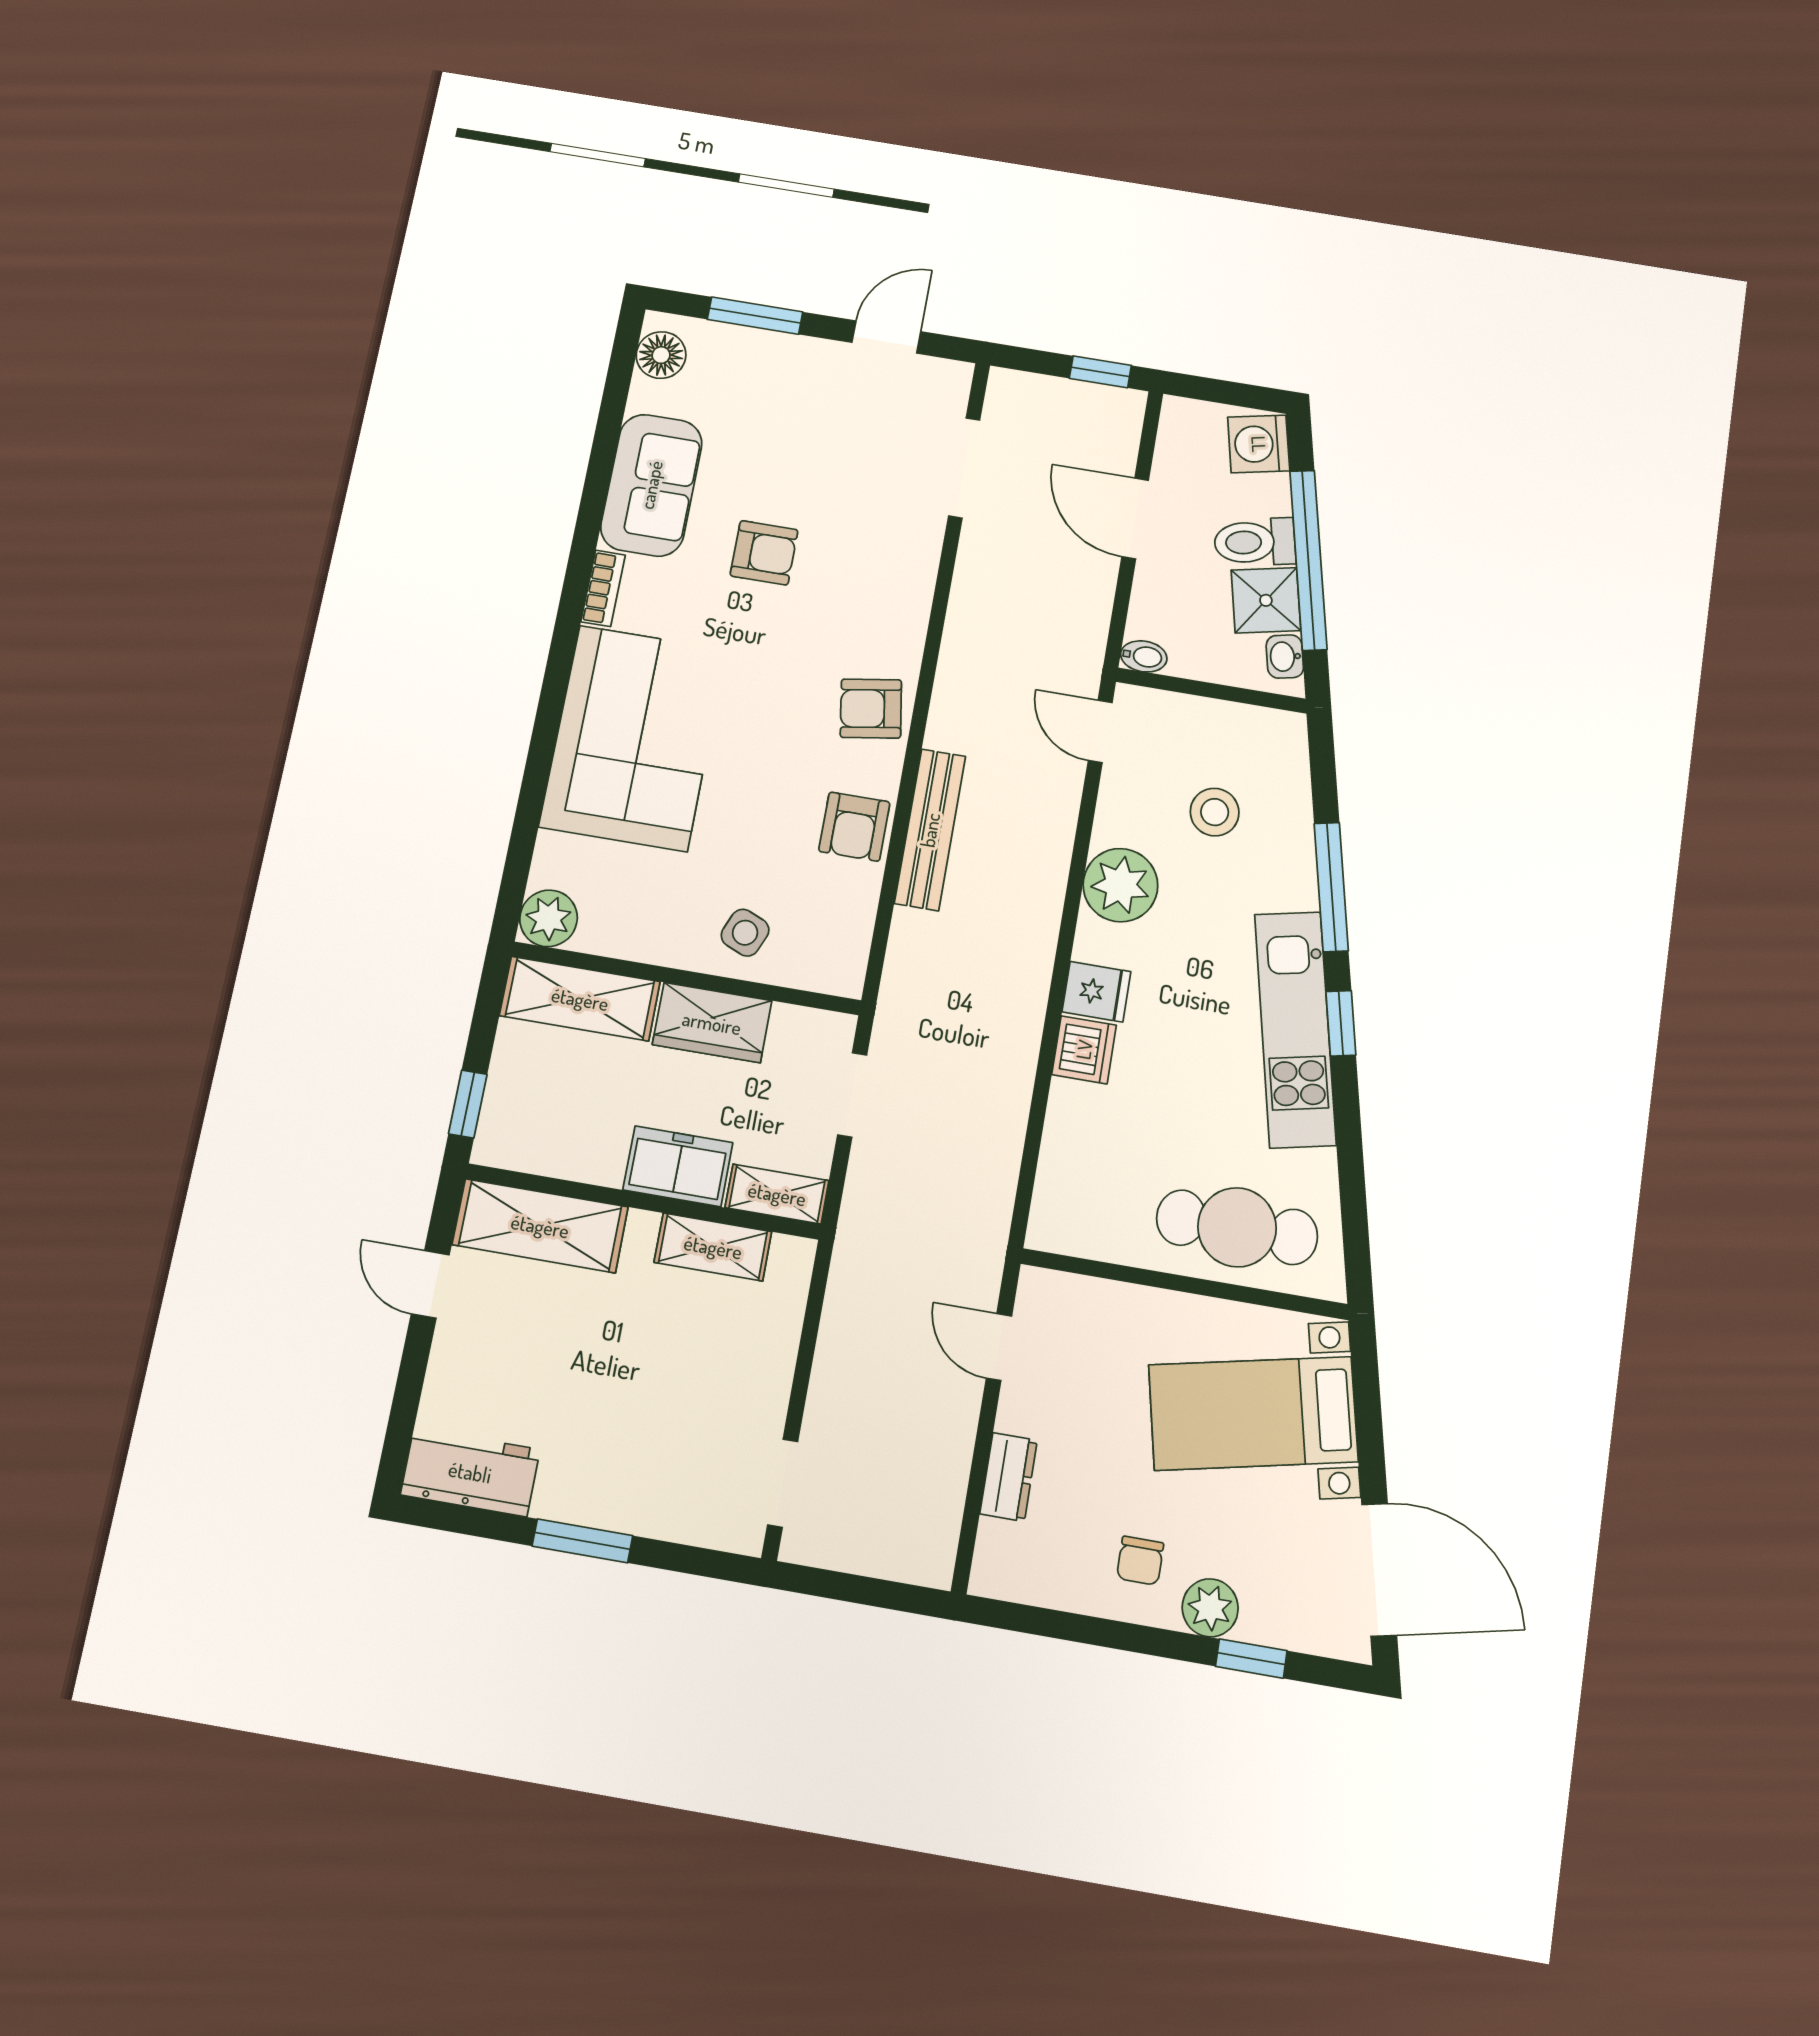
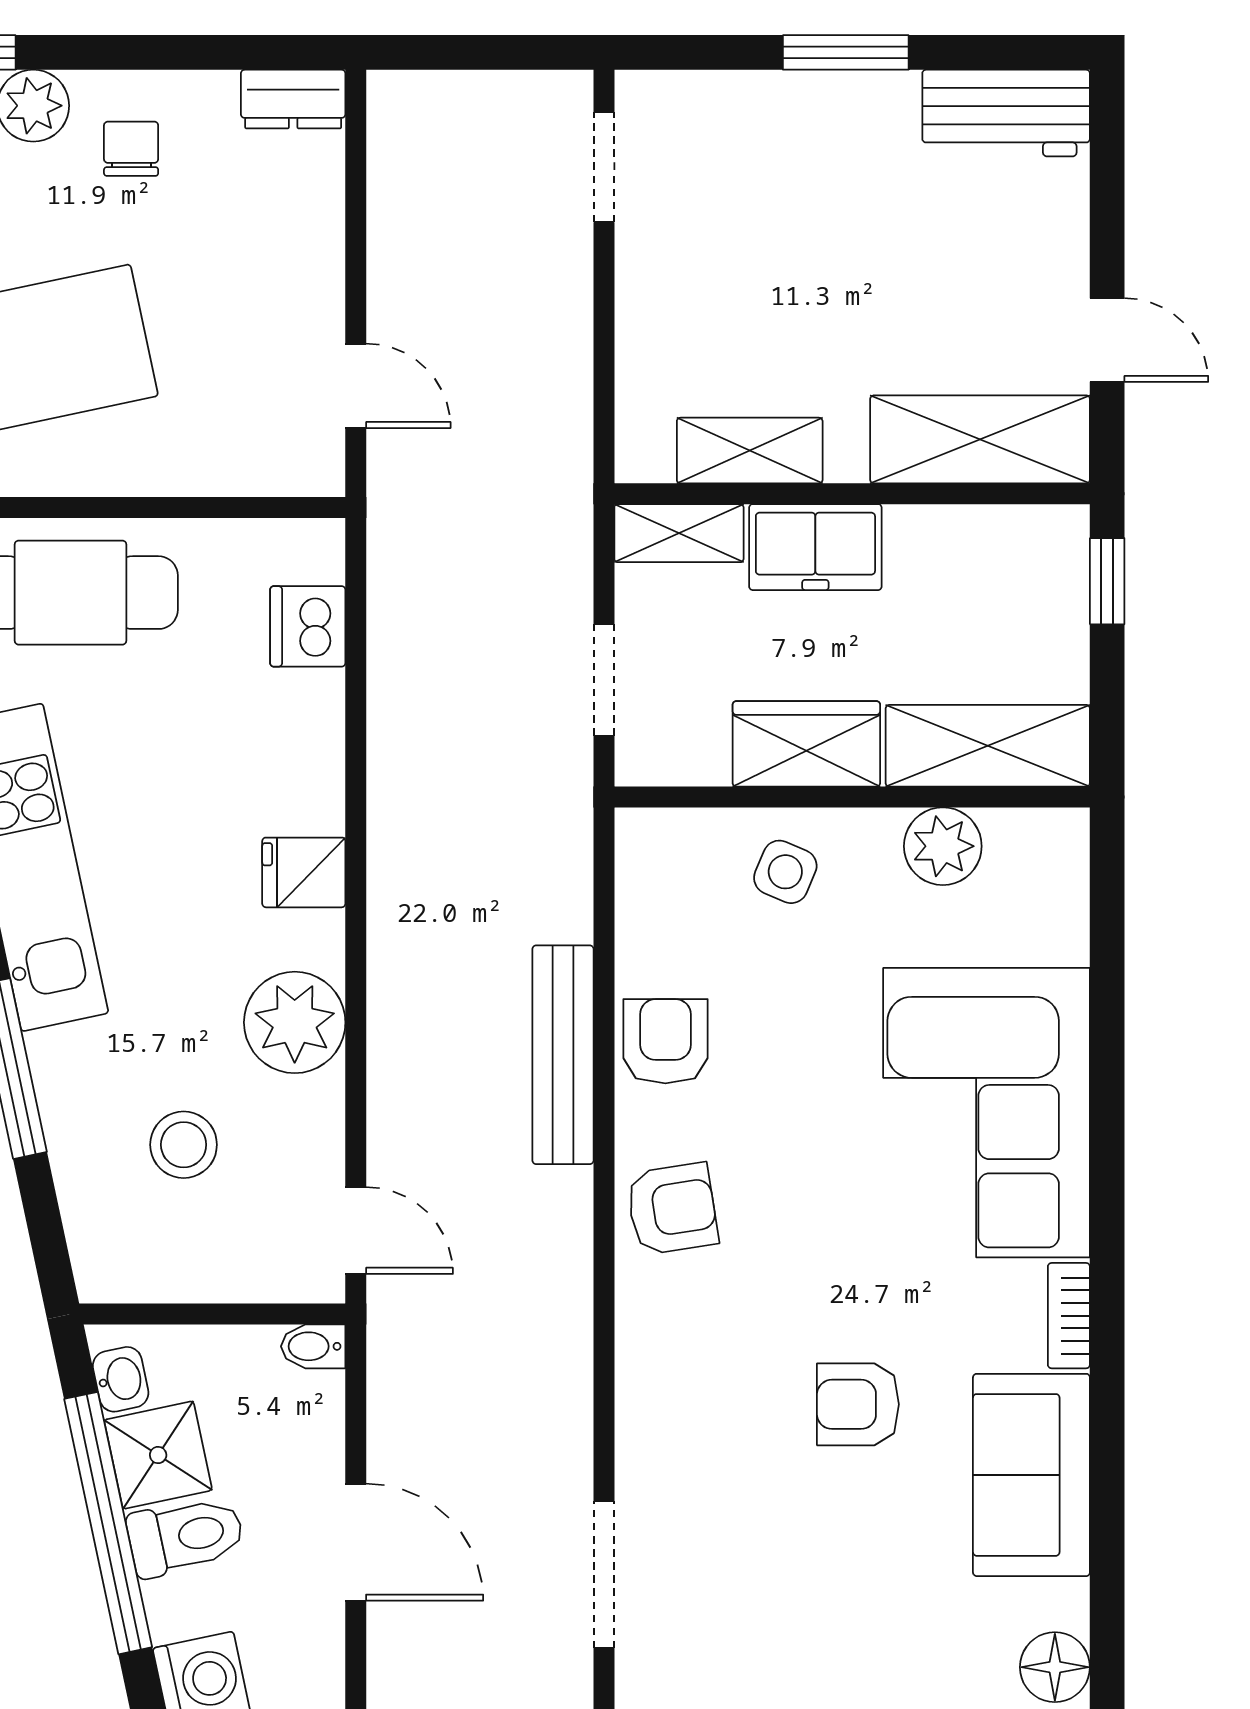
plant: (549, 918) -> (943, 846), moved
dishwasher: (1084, 1050) -> (308, 626), moved
dresser: (1009, 1477) -> (293, 99), moved, turned -90

